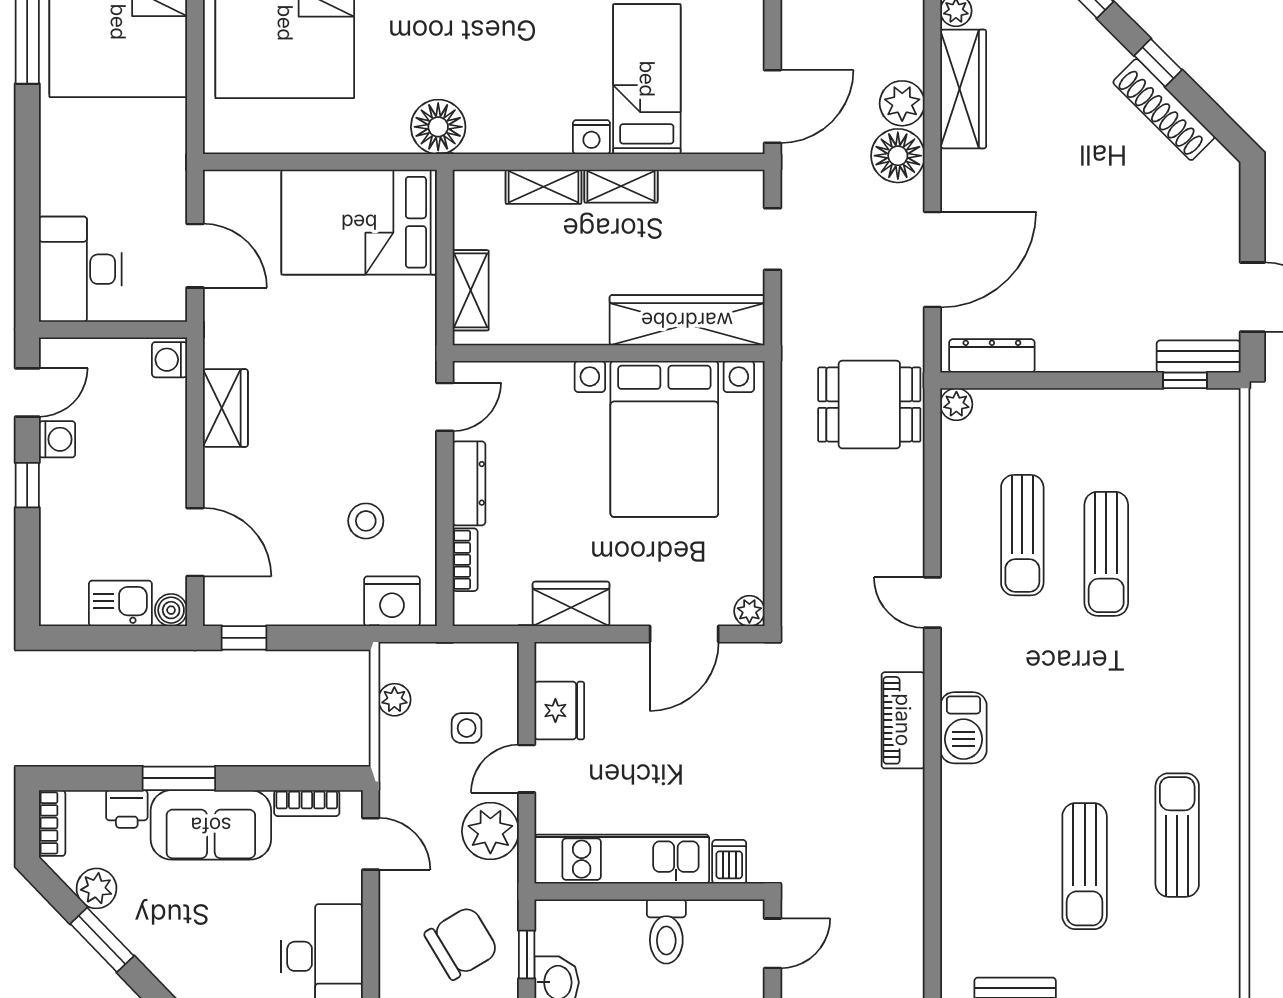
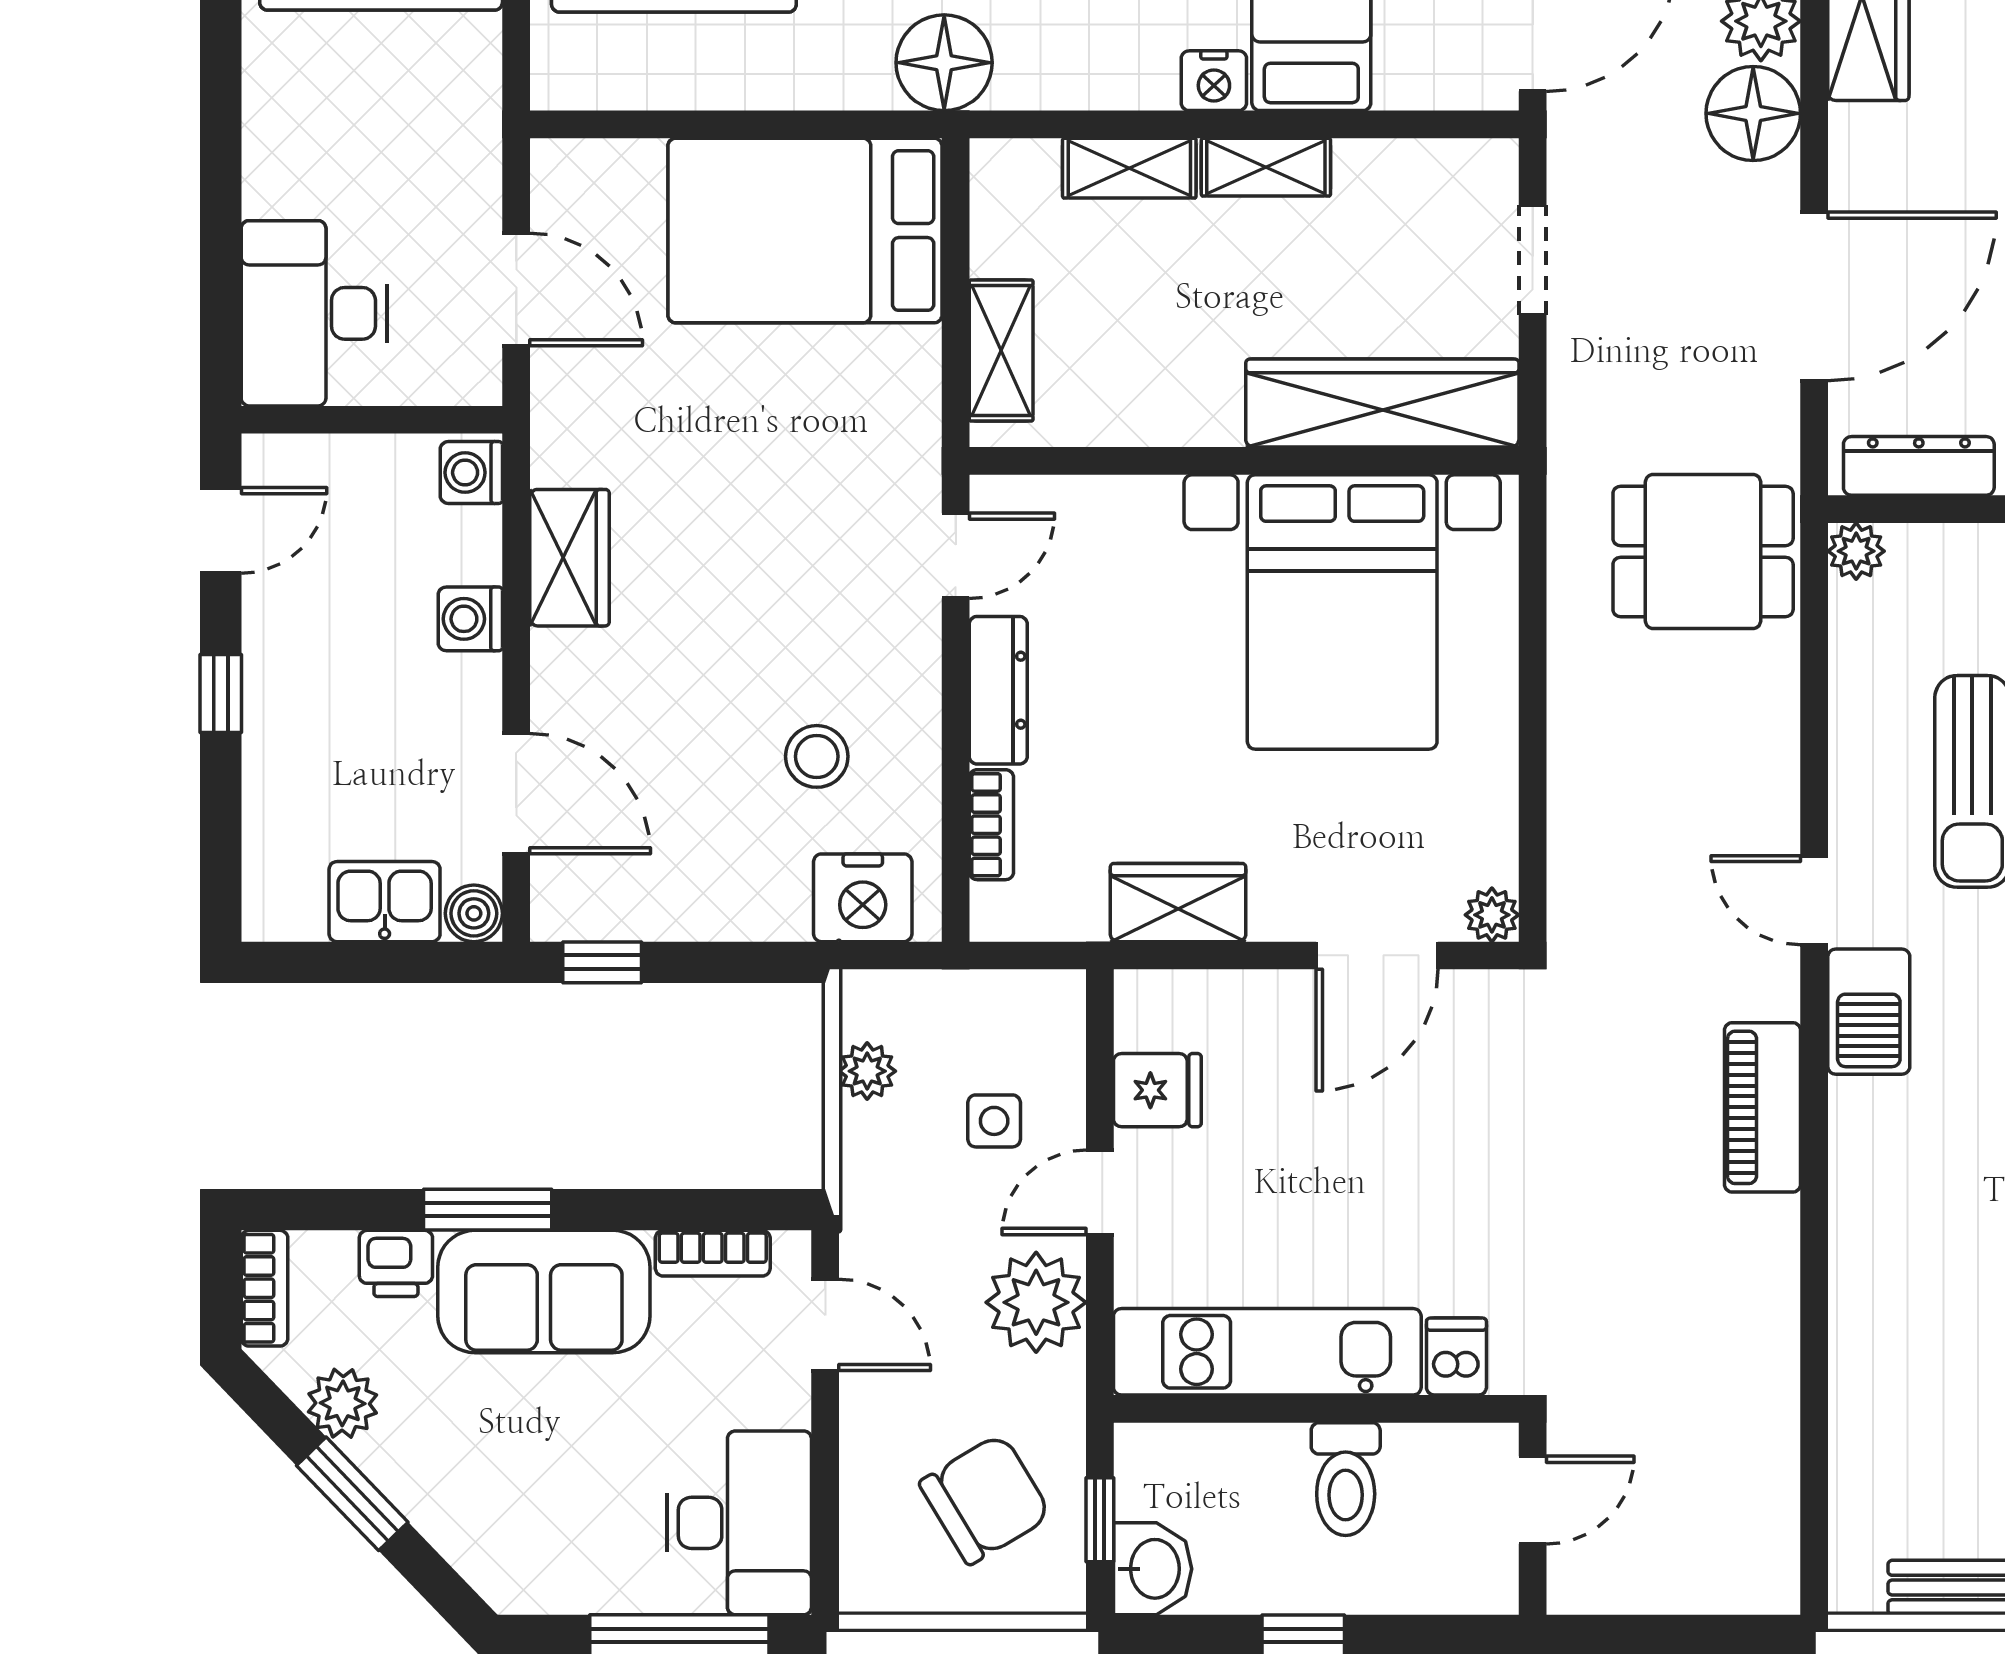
washing machine: (57, 439) -> (470, 619), moved, turned 180
fridge: (559, 711) -> (1157, 1090), width x0.72
barbecue: (963, 728) -> (1869, 1012), moved

